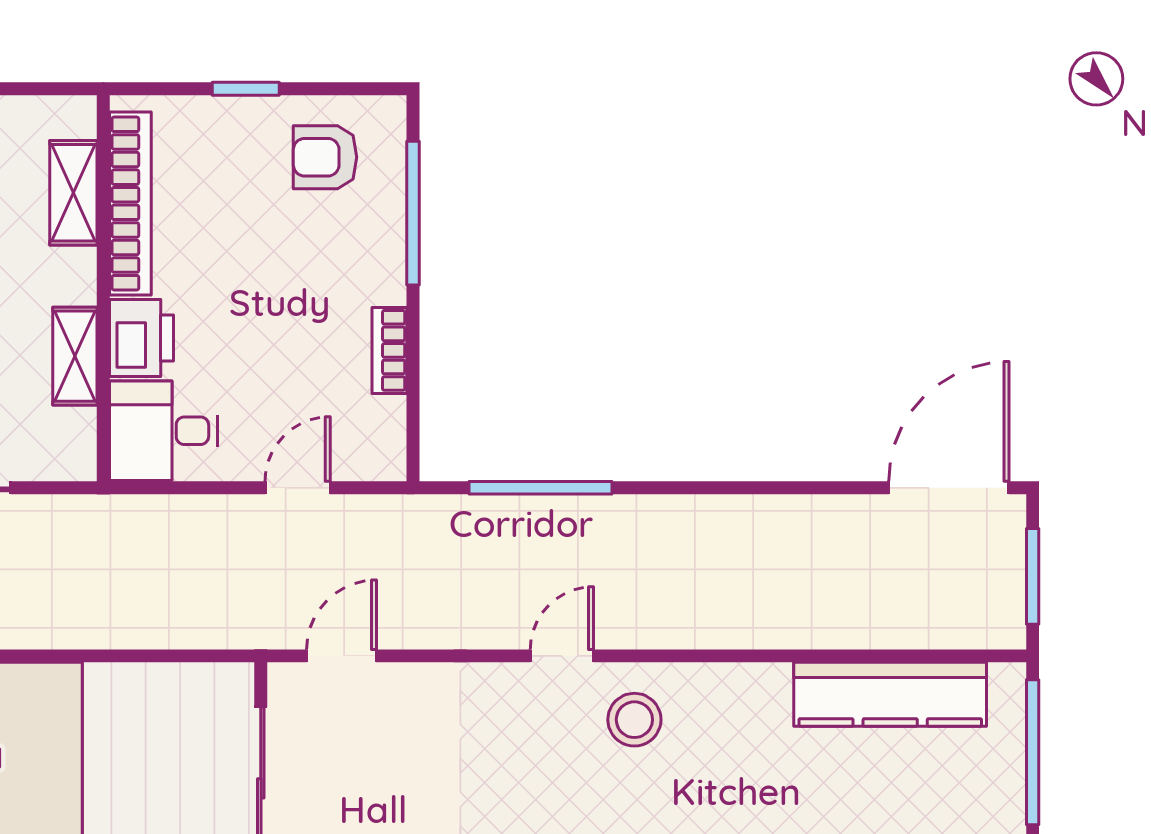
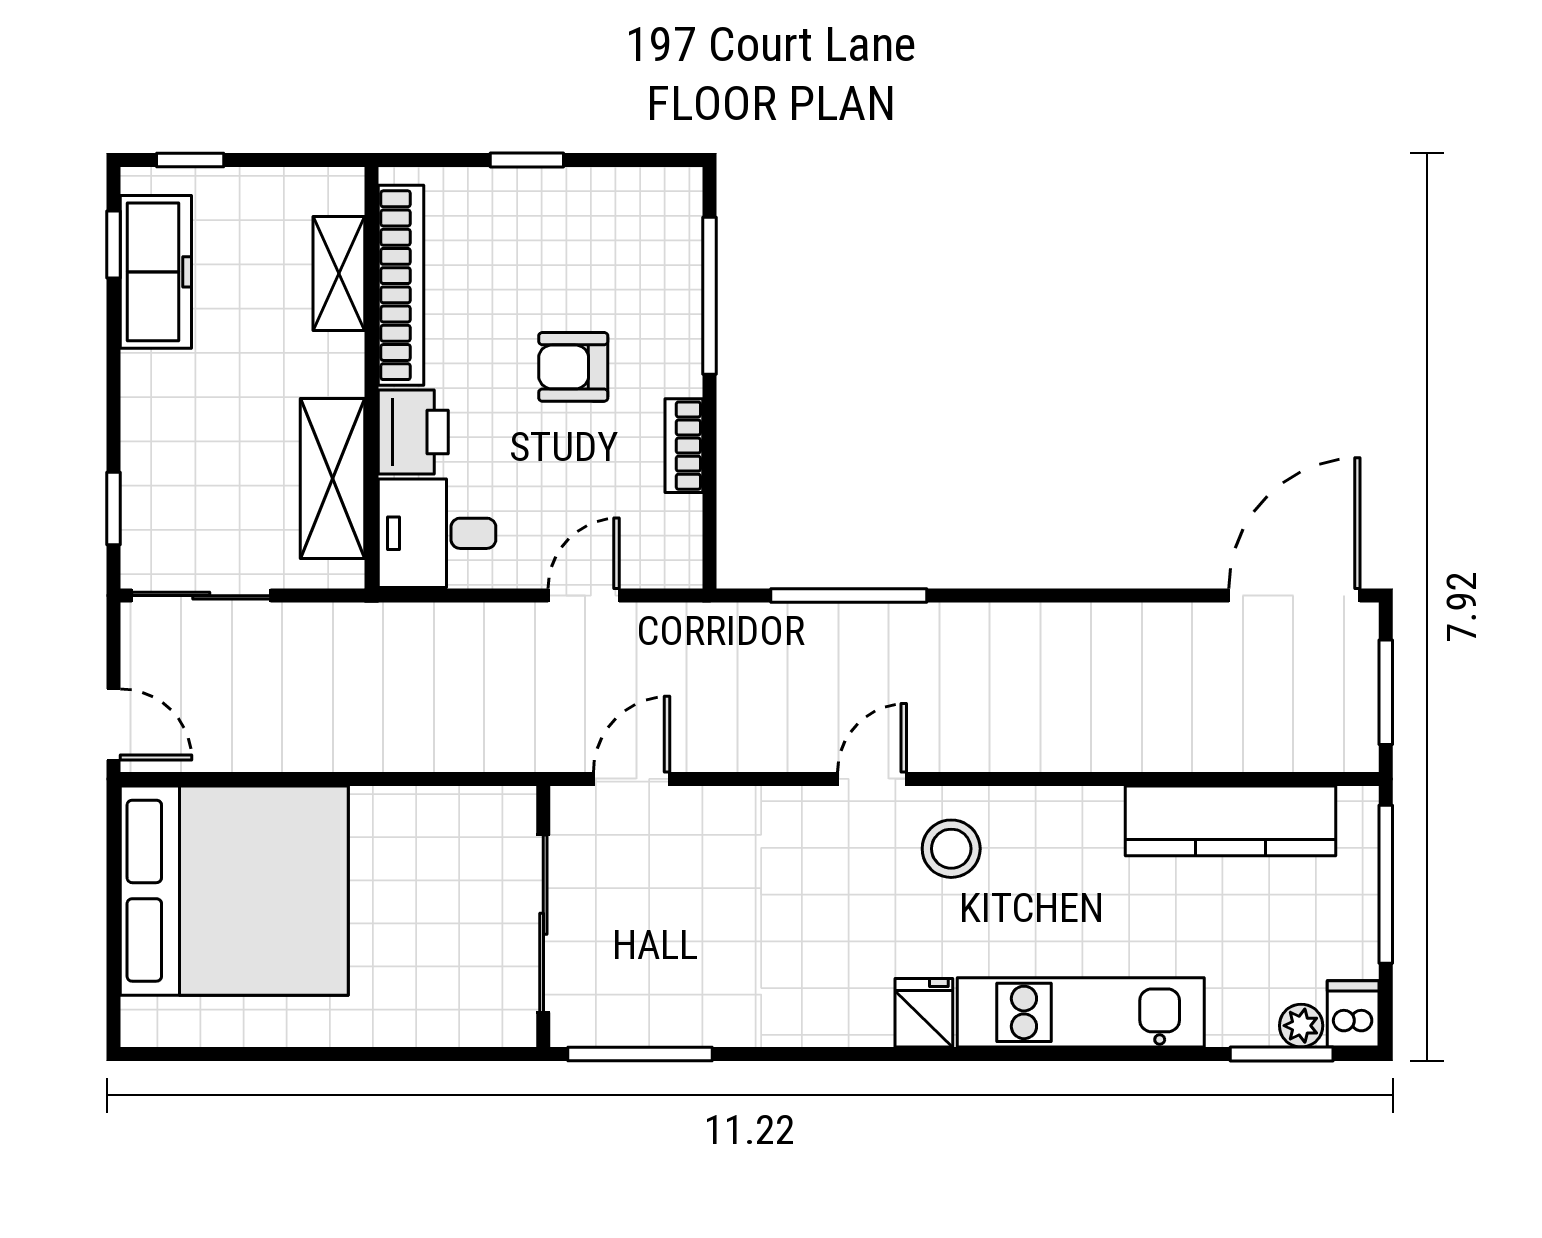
armchair: (325, 157) -> (573, 367), moved
shelving: (75, 356) -> (332, 479), width x1.50, depth x1.33

